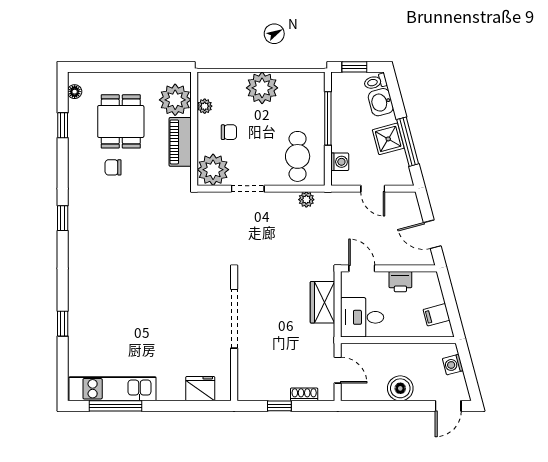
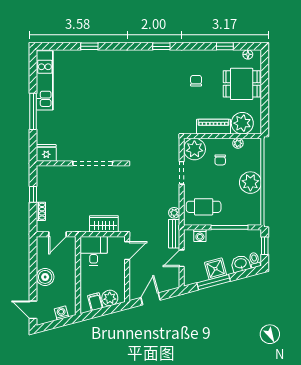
dining table: (121, 121) -> (242, 84), moved
bench: (337, 200) -> (174, 234), added
printer: (400, 282) -> (118, 277), removed
plant: (431, 294) -> (110, 298), added
fridge: (200, 389) -> (46, 153), moved, turned -90
window: (115, 406) -> (33, 111), moved

